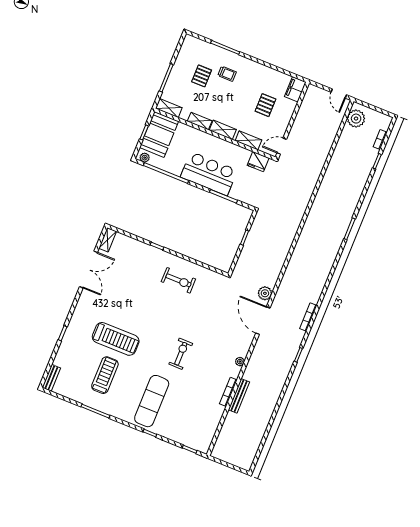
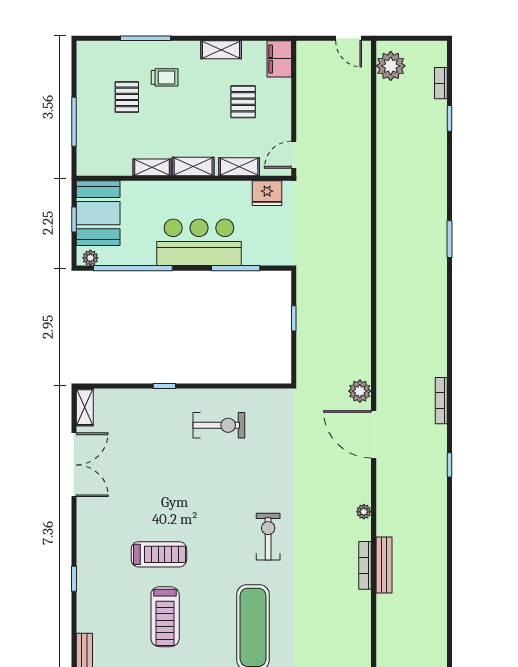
shelving: (169, 108) -> (221, 50), moved
treadmill: (116, 339) -> (159, 554), width x0.73, depth x0.73
treadmill: (105, 375) -> (165, 617), turned 180

